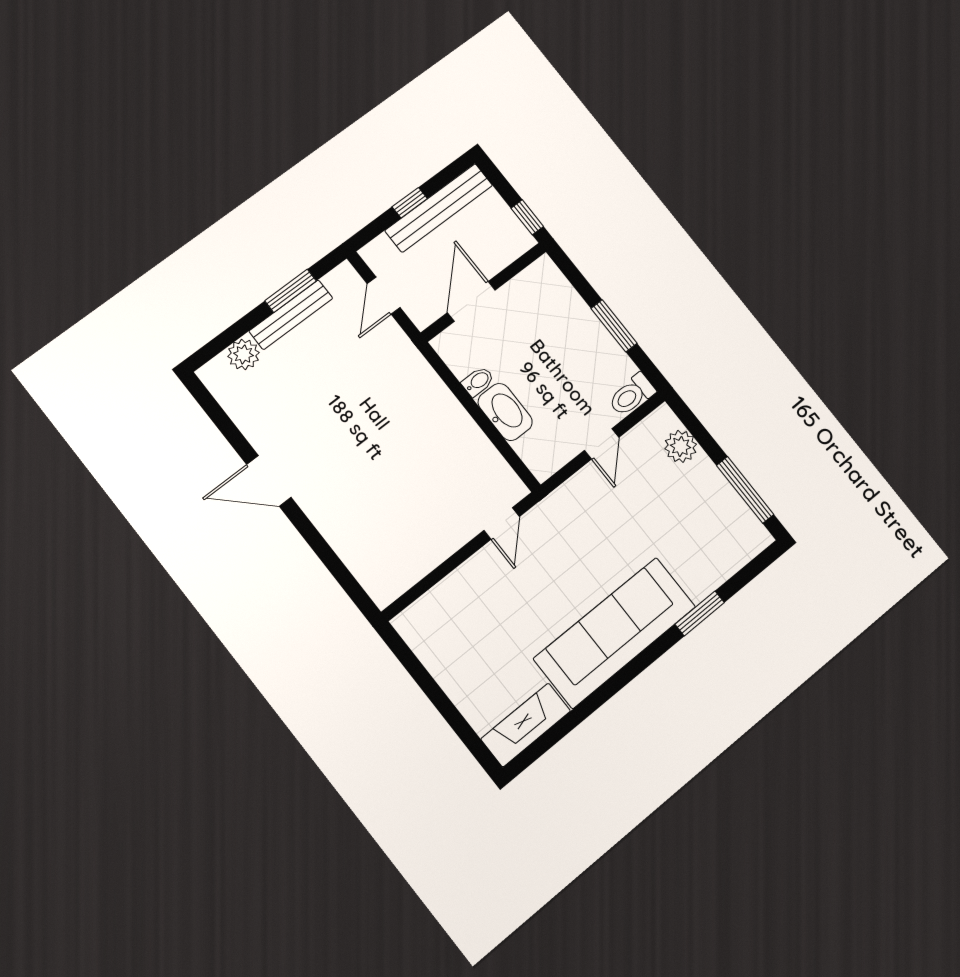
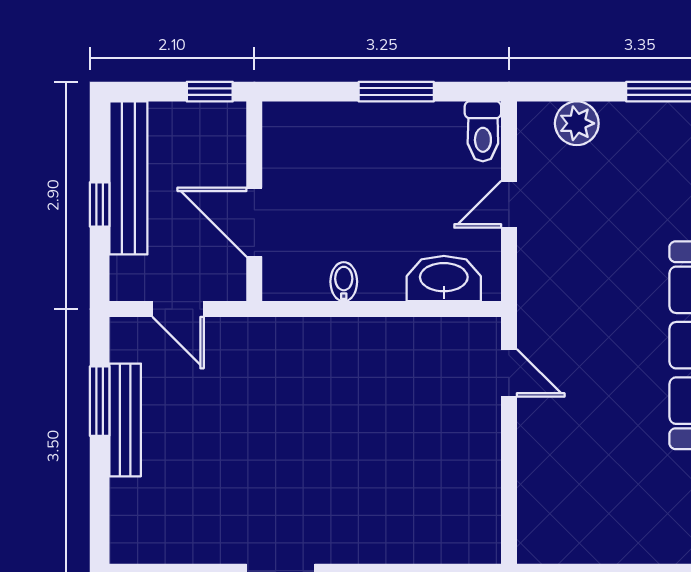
plant: (243, 354) -> (130, 500), removed
washbasin: (505, 412) -> (444, 279), moved
door: (602, 444) -> (509, 204), swing flipped

